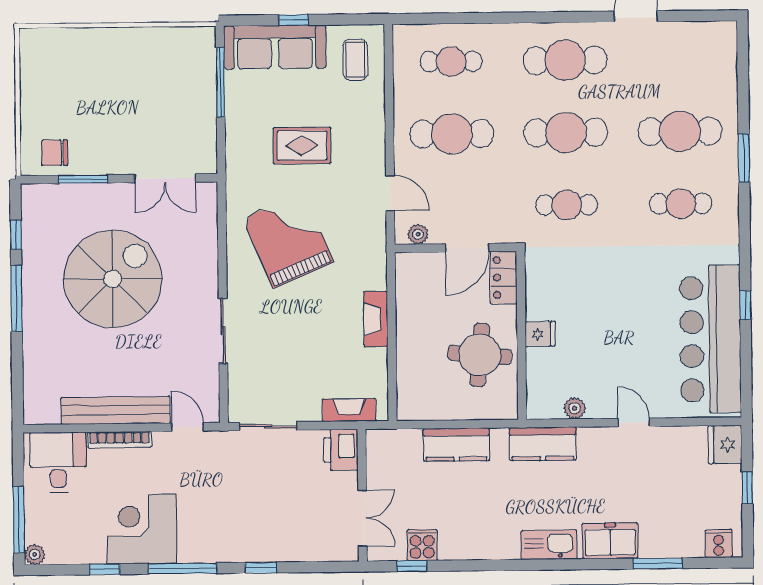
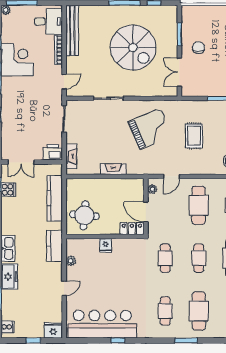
cafe table: (566, 133) -> (199, 258), width x0.73, depth x0.74
chair: (55, 153) -> (198, 48), moved
round table: (480, 355) -> (84, 215), moved
bench: (116, 410) -> (72, 31), moved
kitchen counter: (456, 445) -> (55, 198), width x1.50

